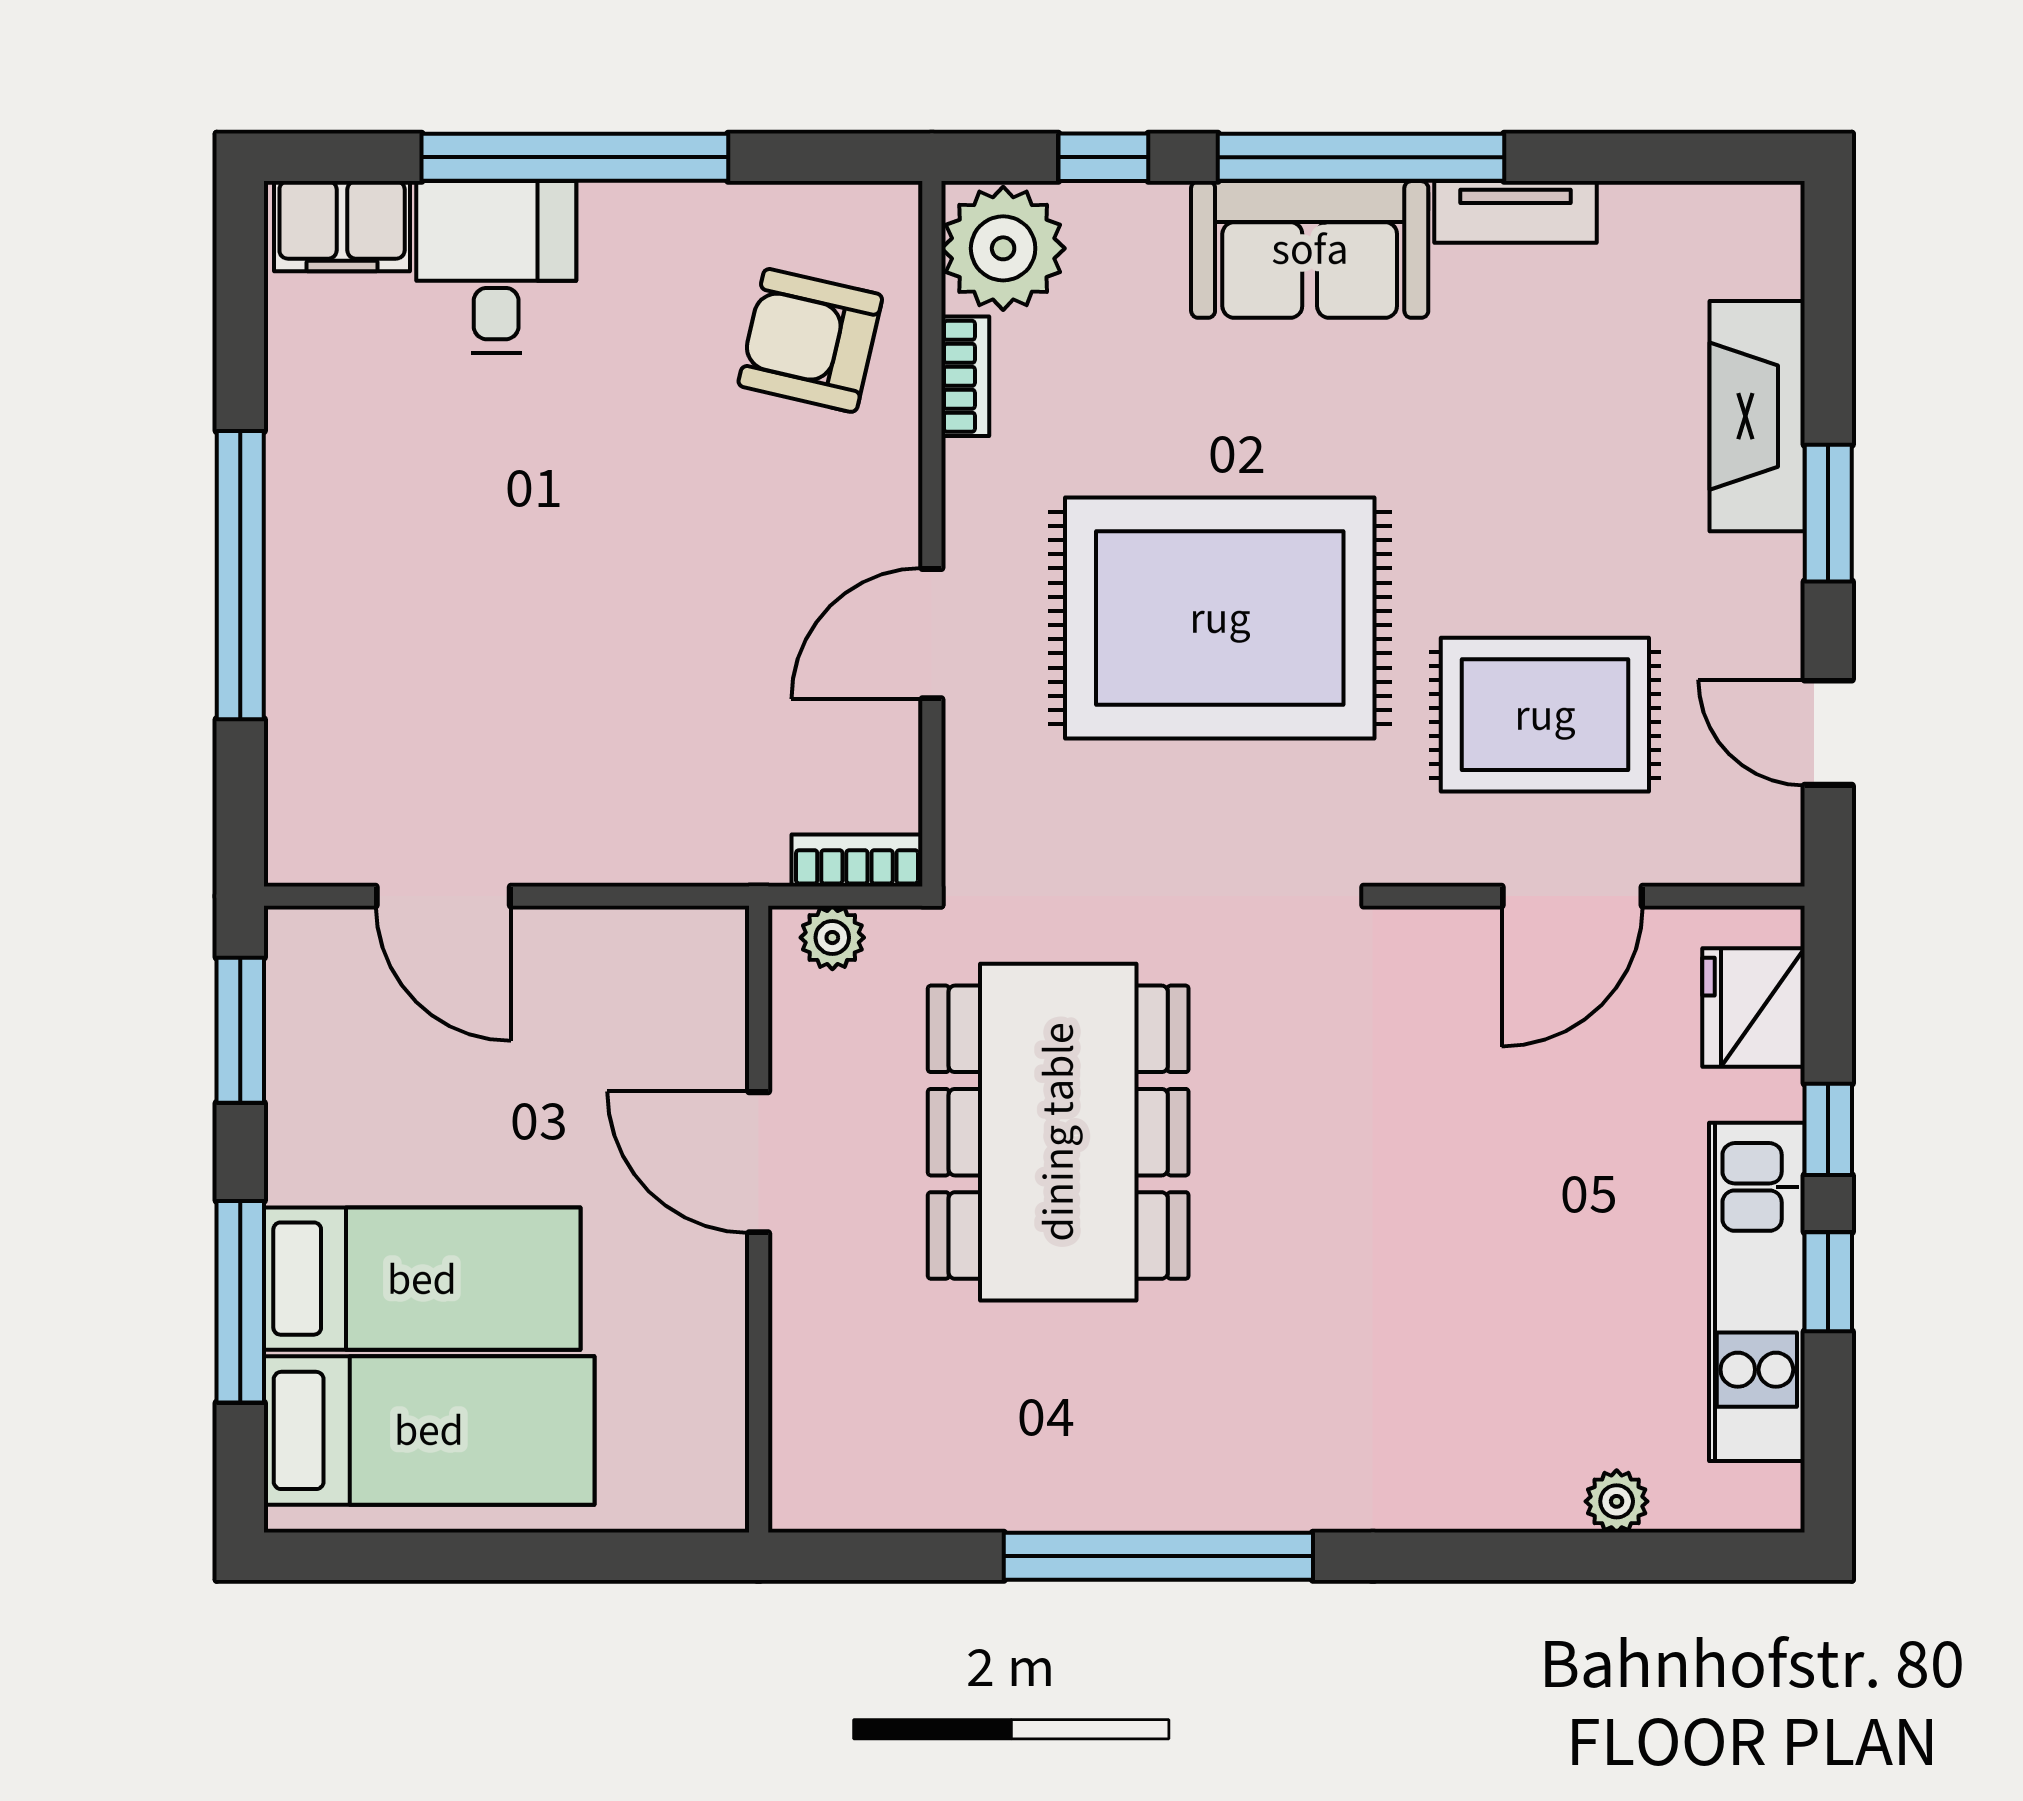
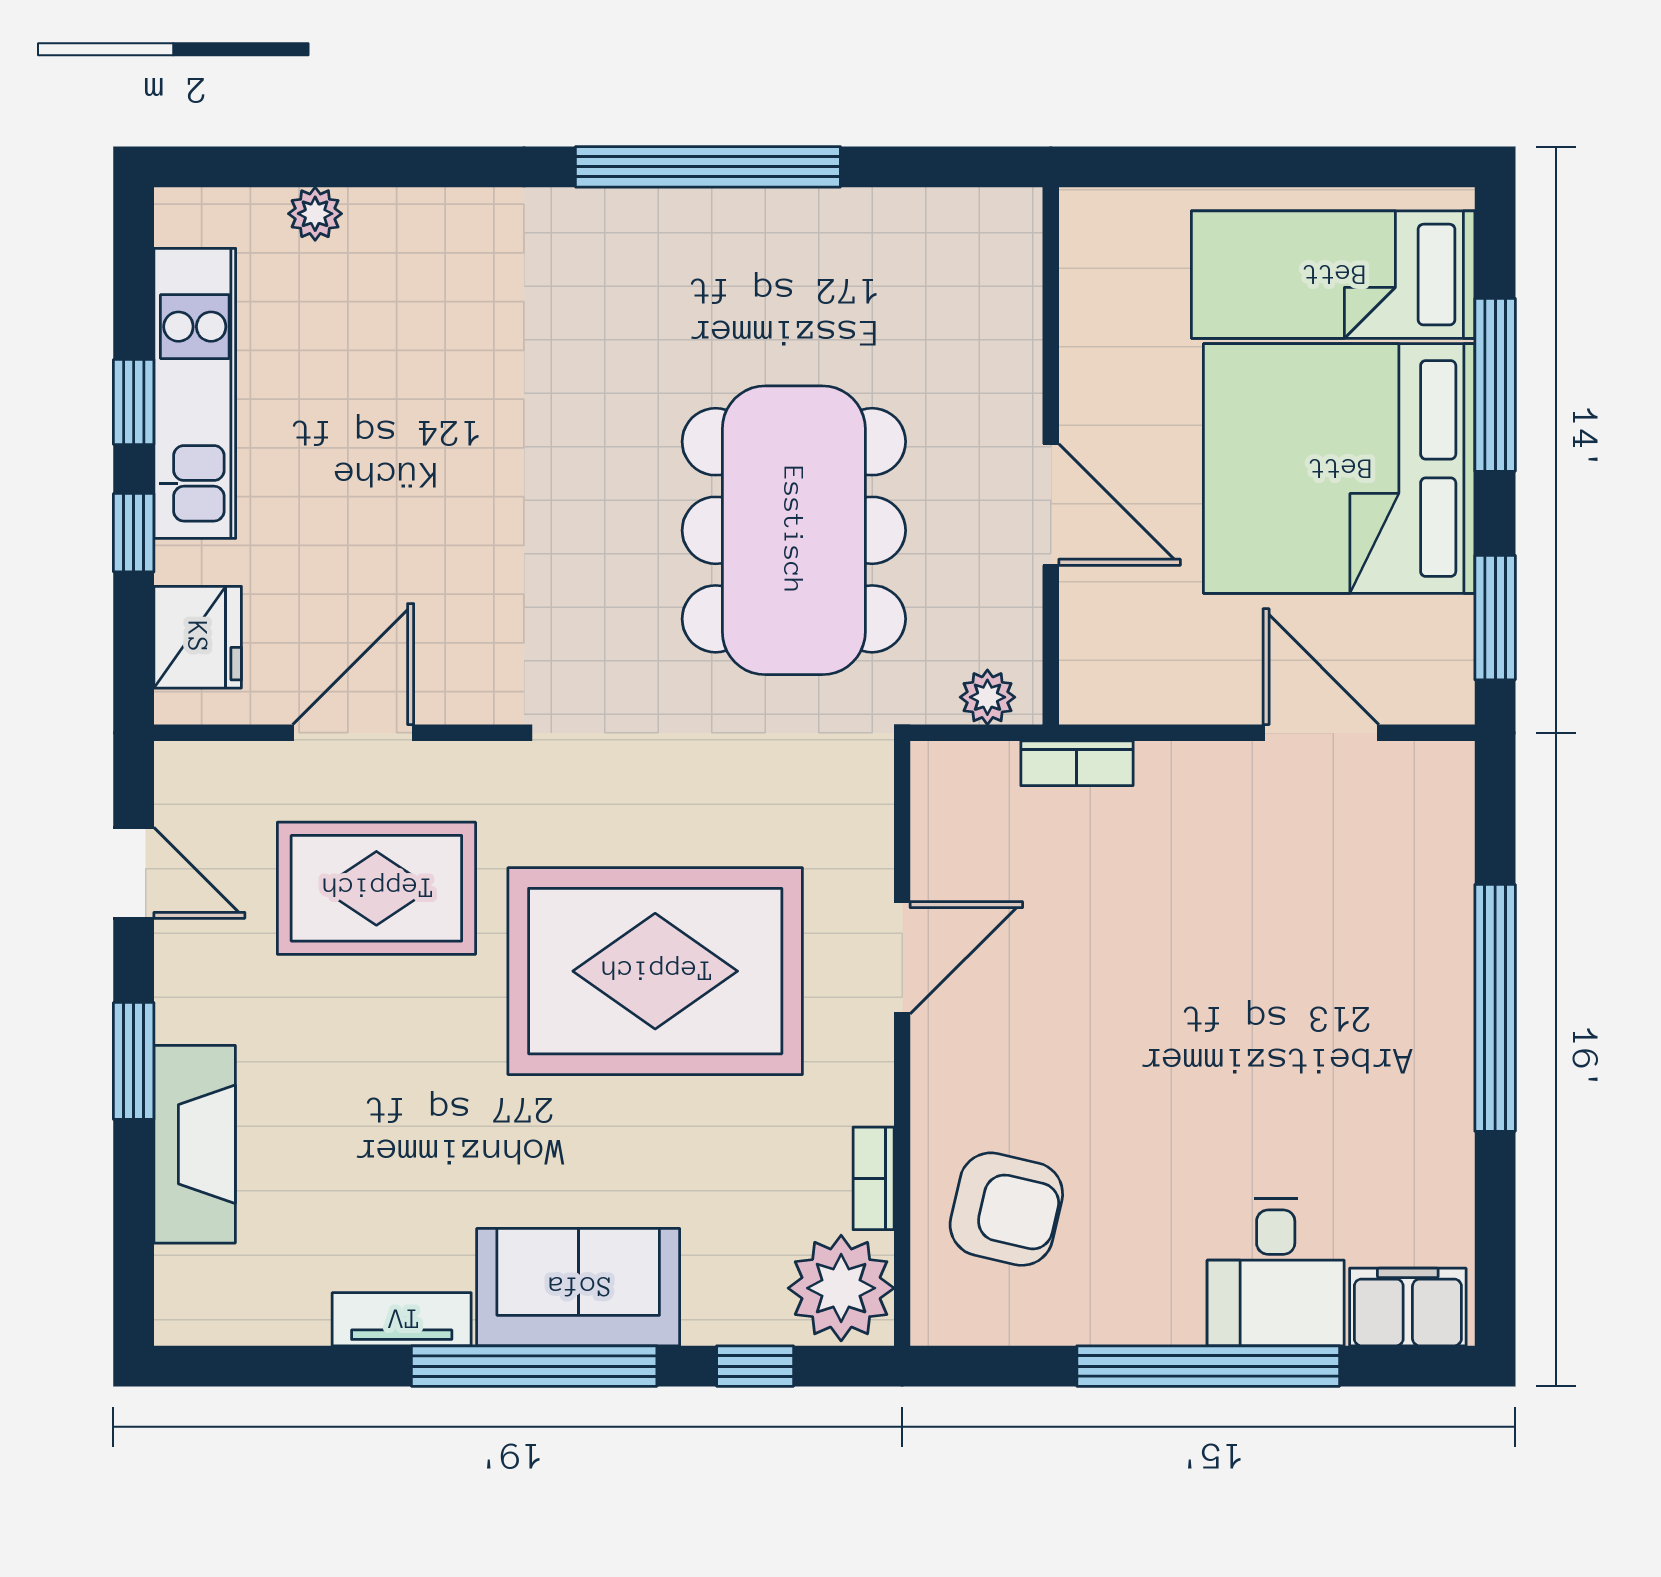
bookcase: (857, 860) -> (1077, 763), moved
bed: (422, 1279) -> (1339, 469), width x2.04

